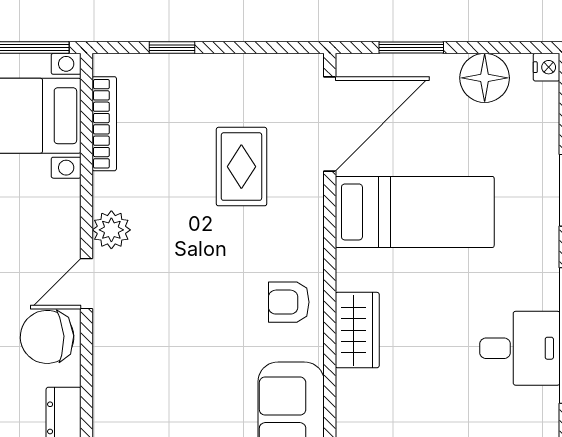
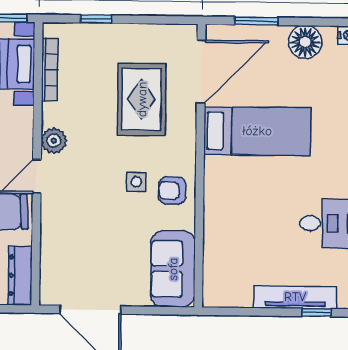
rug: (241, 167) -> (142, 99), width x1.36, depth x1.43
side table: (235, 290) -> (136, 182), added
wardrobe: (357, 330) -> (218, 210), removed

